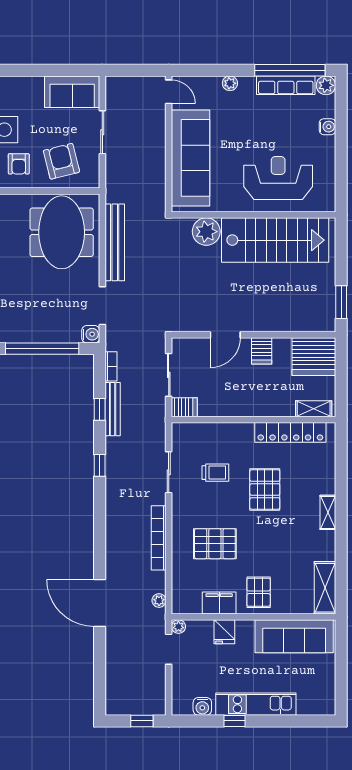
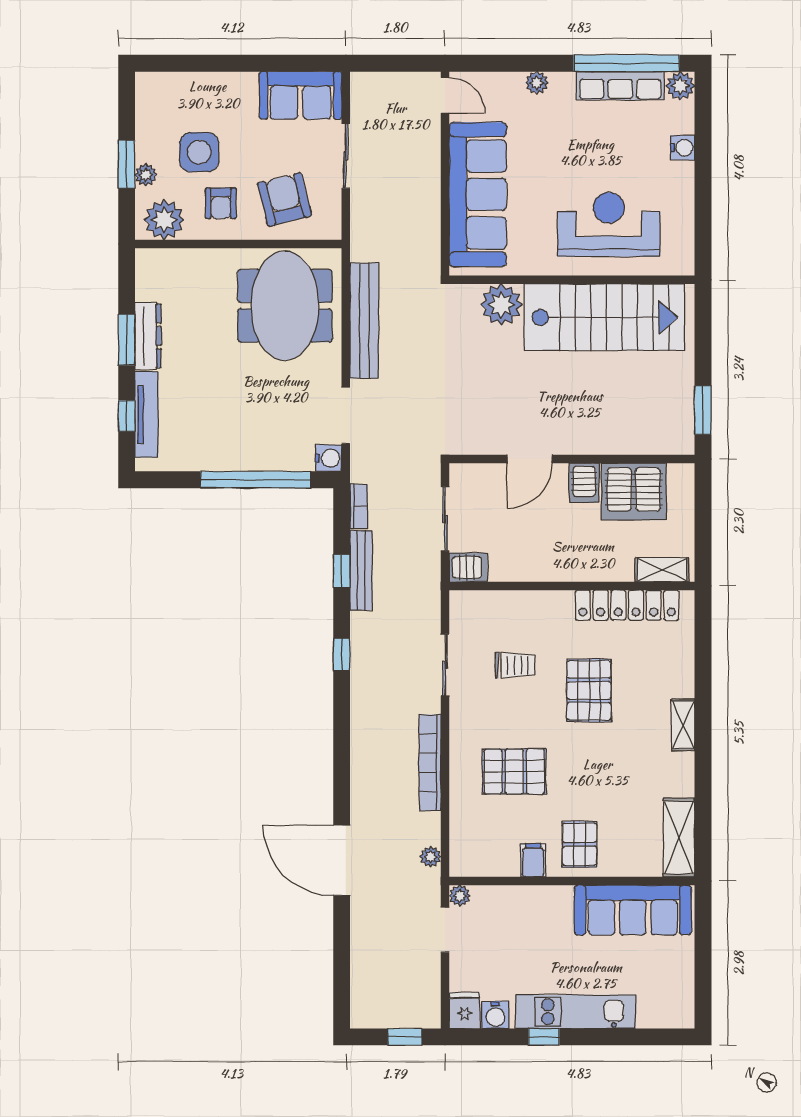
server rack: (314, 357) -> (634, 492), moved
filing cabinet: (219, 603) -> (533, 860), width x0.50
fridge: (224, 632) -> (464, 1011), moved, turned 180

